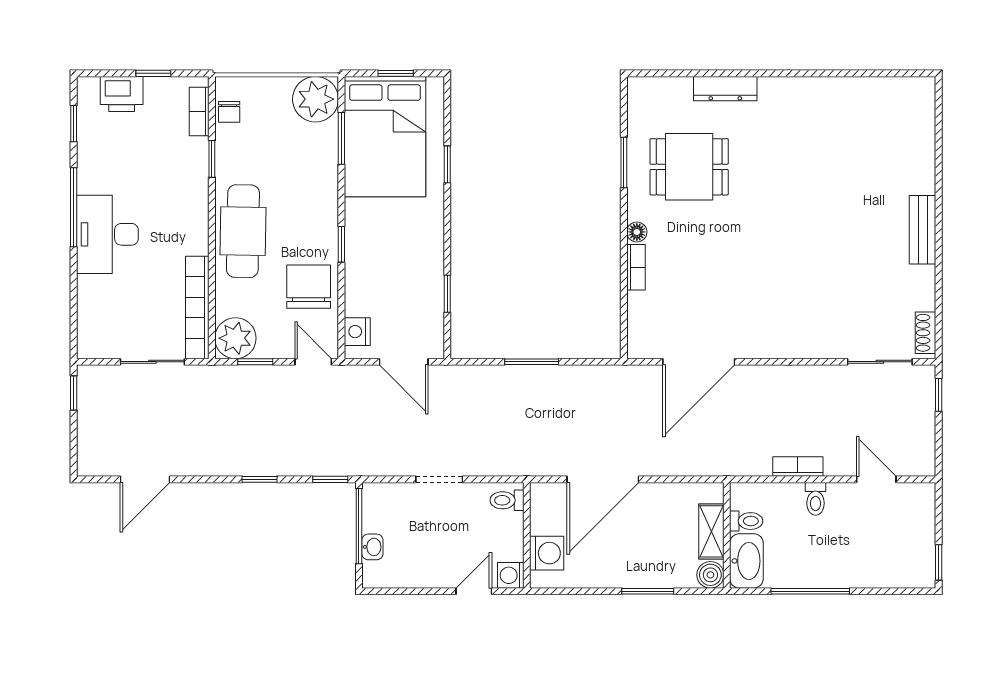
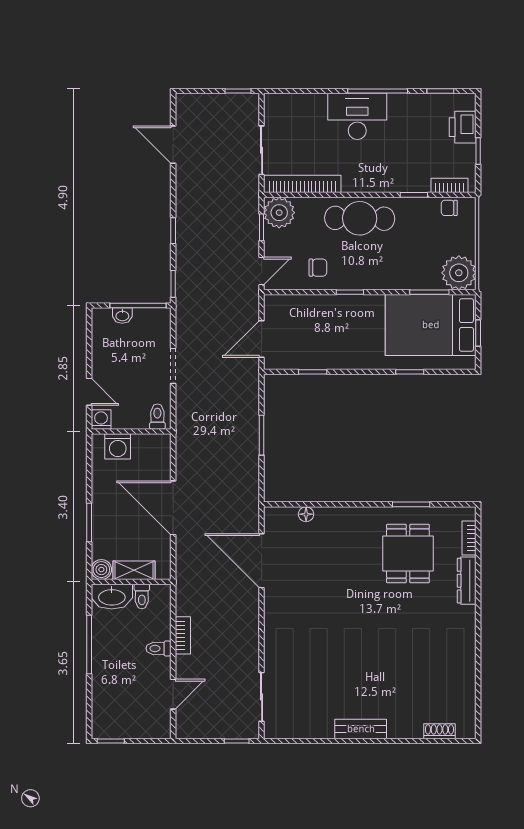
floor lamp: (637, 232) -> (306, 514), moved
bookcase: (636, 267) -> (469, 538), moved, turned 90
chair: (309, 287) -> (318, 268), width x0.54, depth x0.54
nightstand: (357, 332) -> (284, 304), removed
shoe rack: (926, 333) -> (439, 731), moved
door: (603, 479) -> (173, 508), moved

